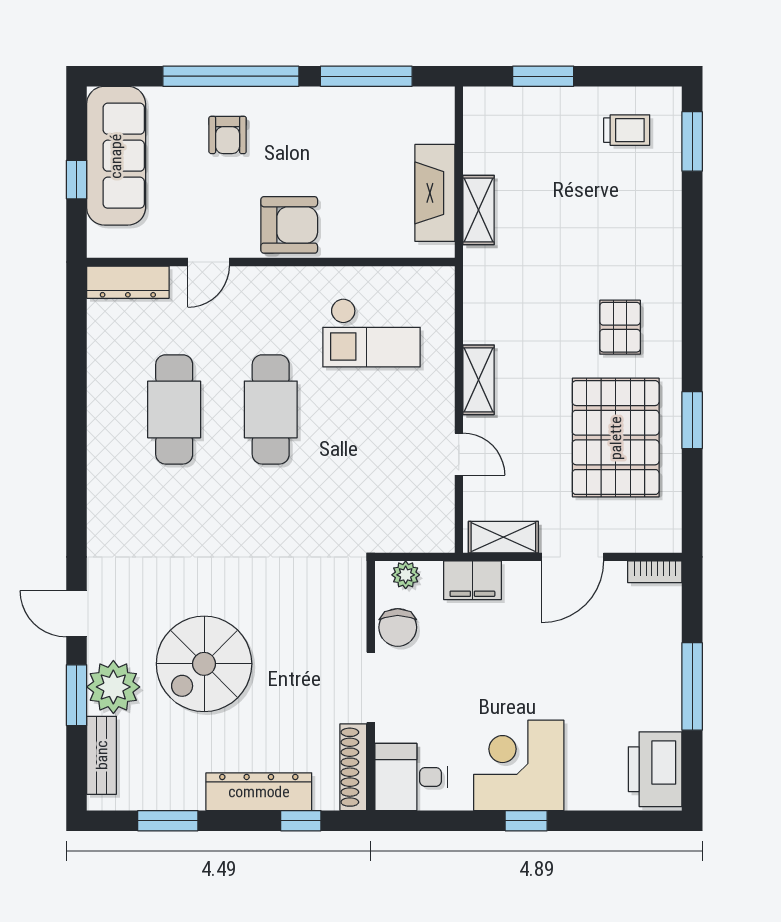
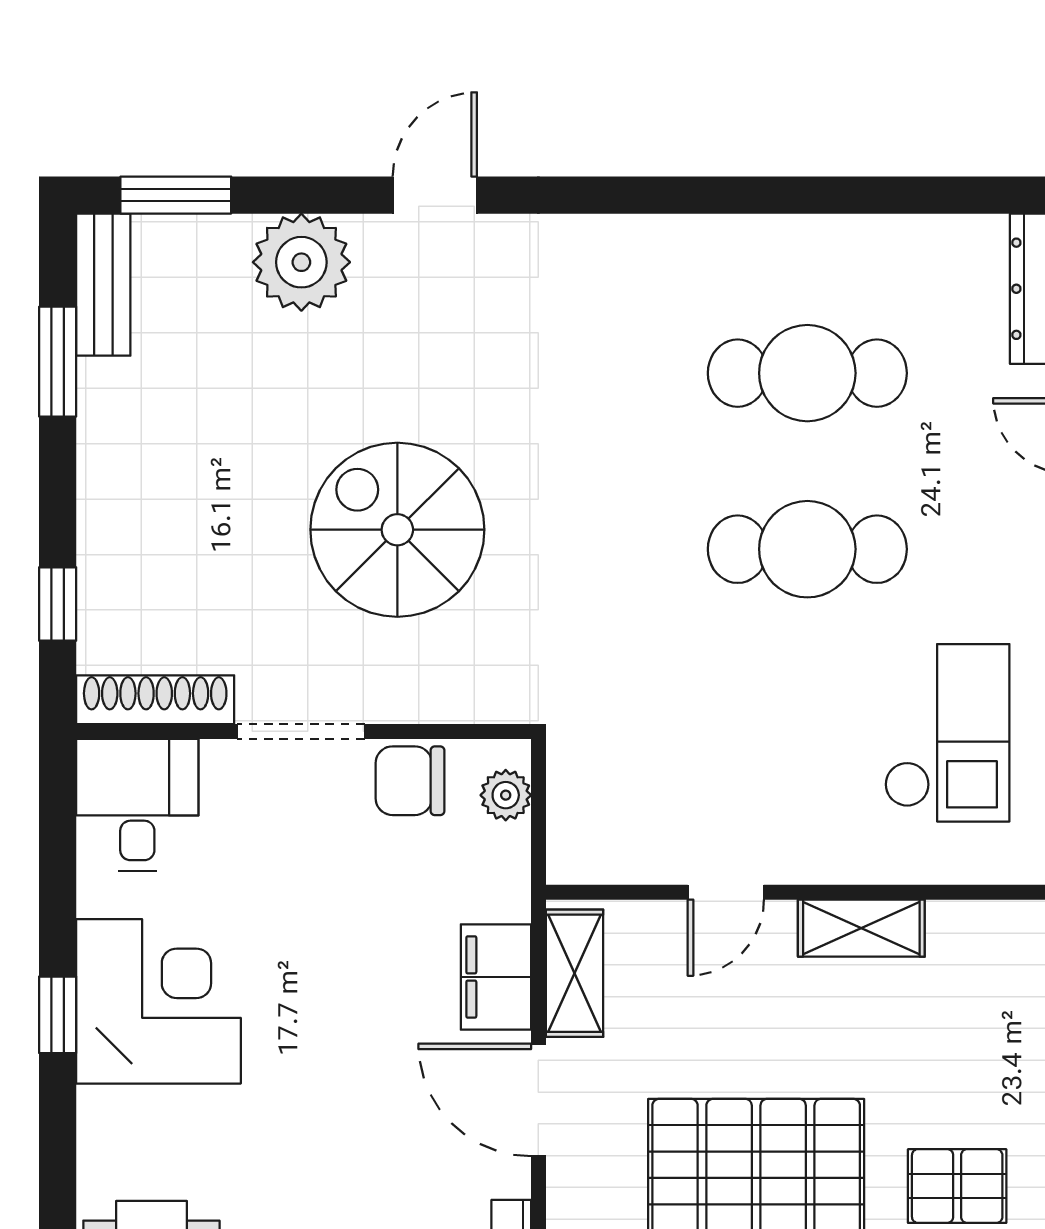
checkout: (371, 333) -> (947, 733), turned 180
filing cabinet: (472, 580) -> (496, 977), moved
spiral stairs: (204, 664) -> (397, 530), moved
window: (76, 695) -> (176, 195), moved
bench: (102, 755) -> (103, 285), moved, turned 90
dresser: (259, 792) -> (111, 527), removed

